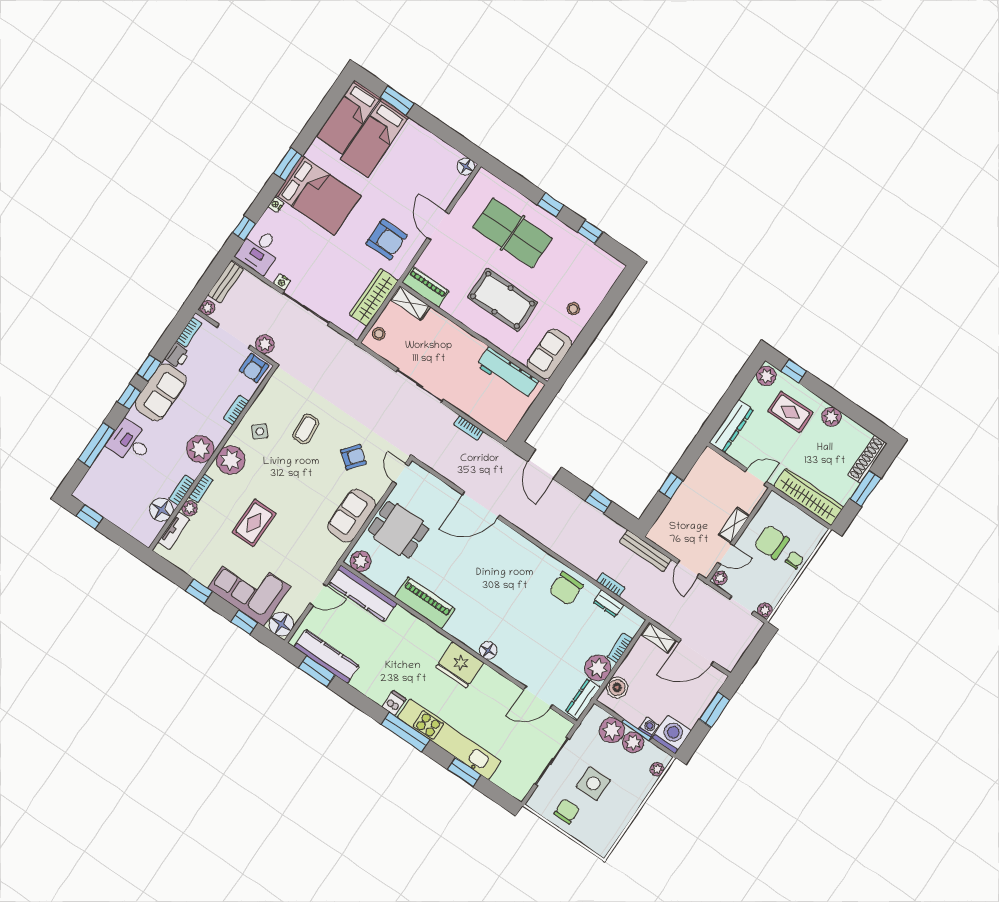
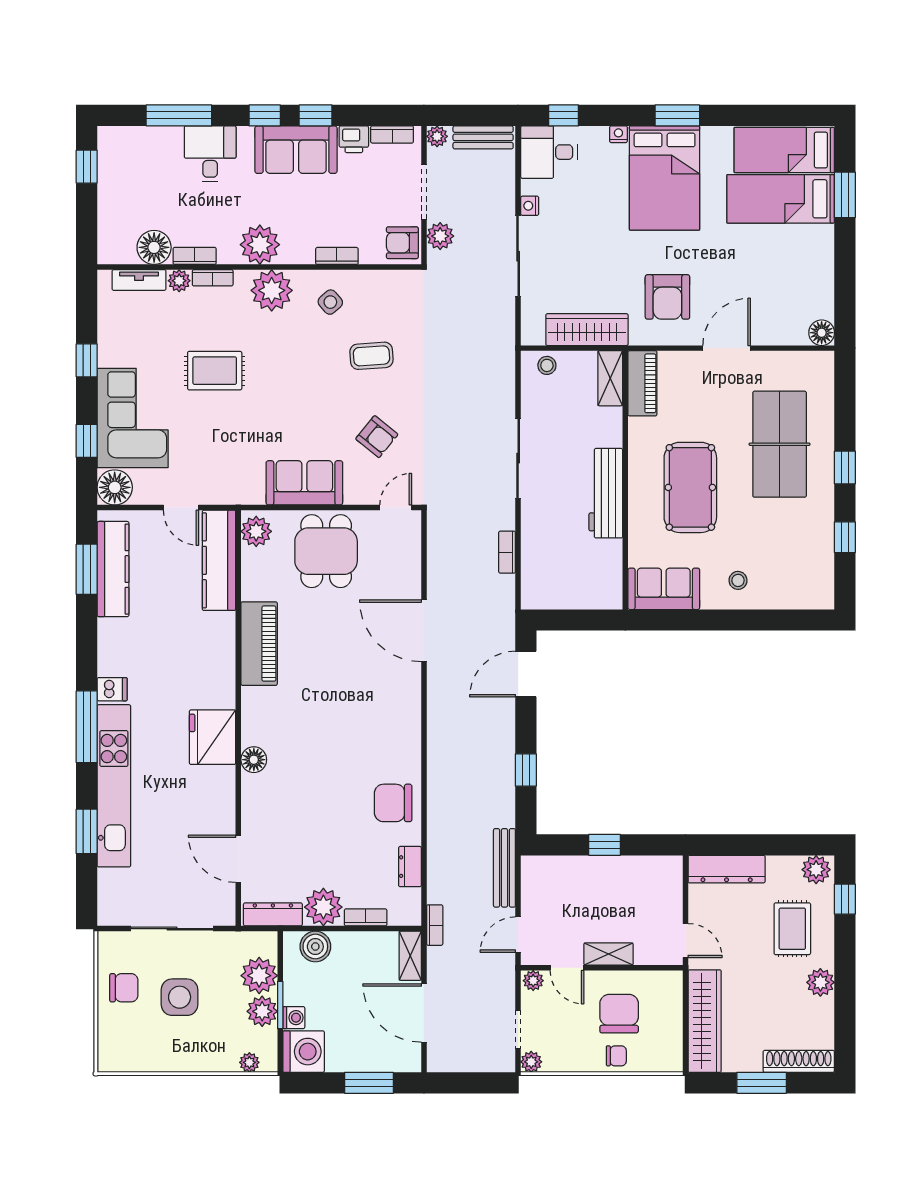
workbench: (508, 373) -> (606, 493), moved
bookcase: (611, 585) -> (435, 925), moved

